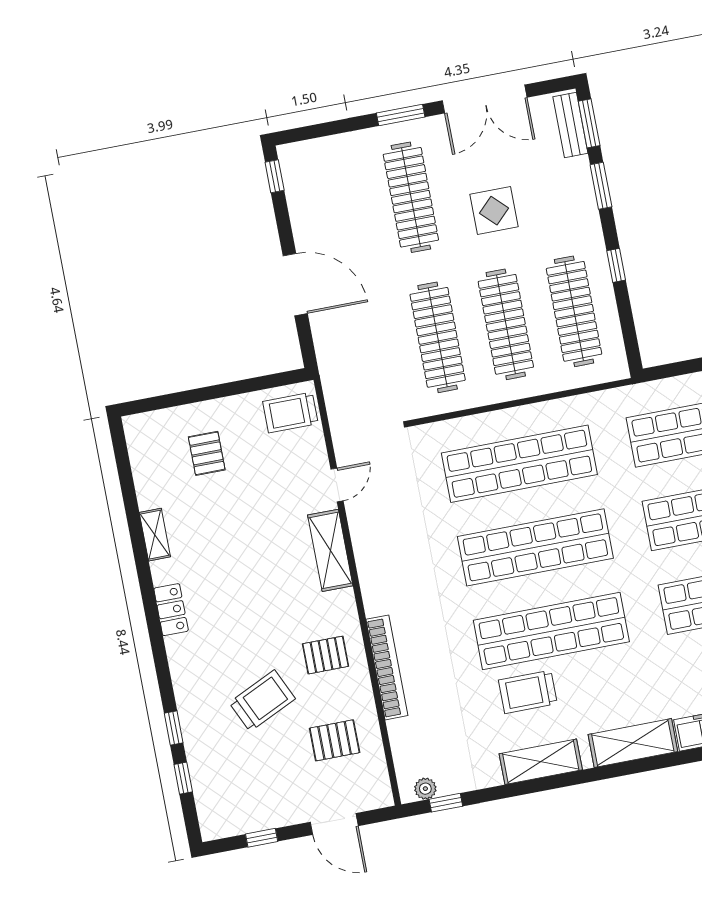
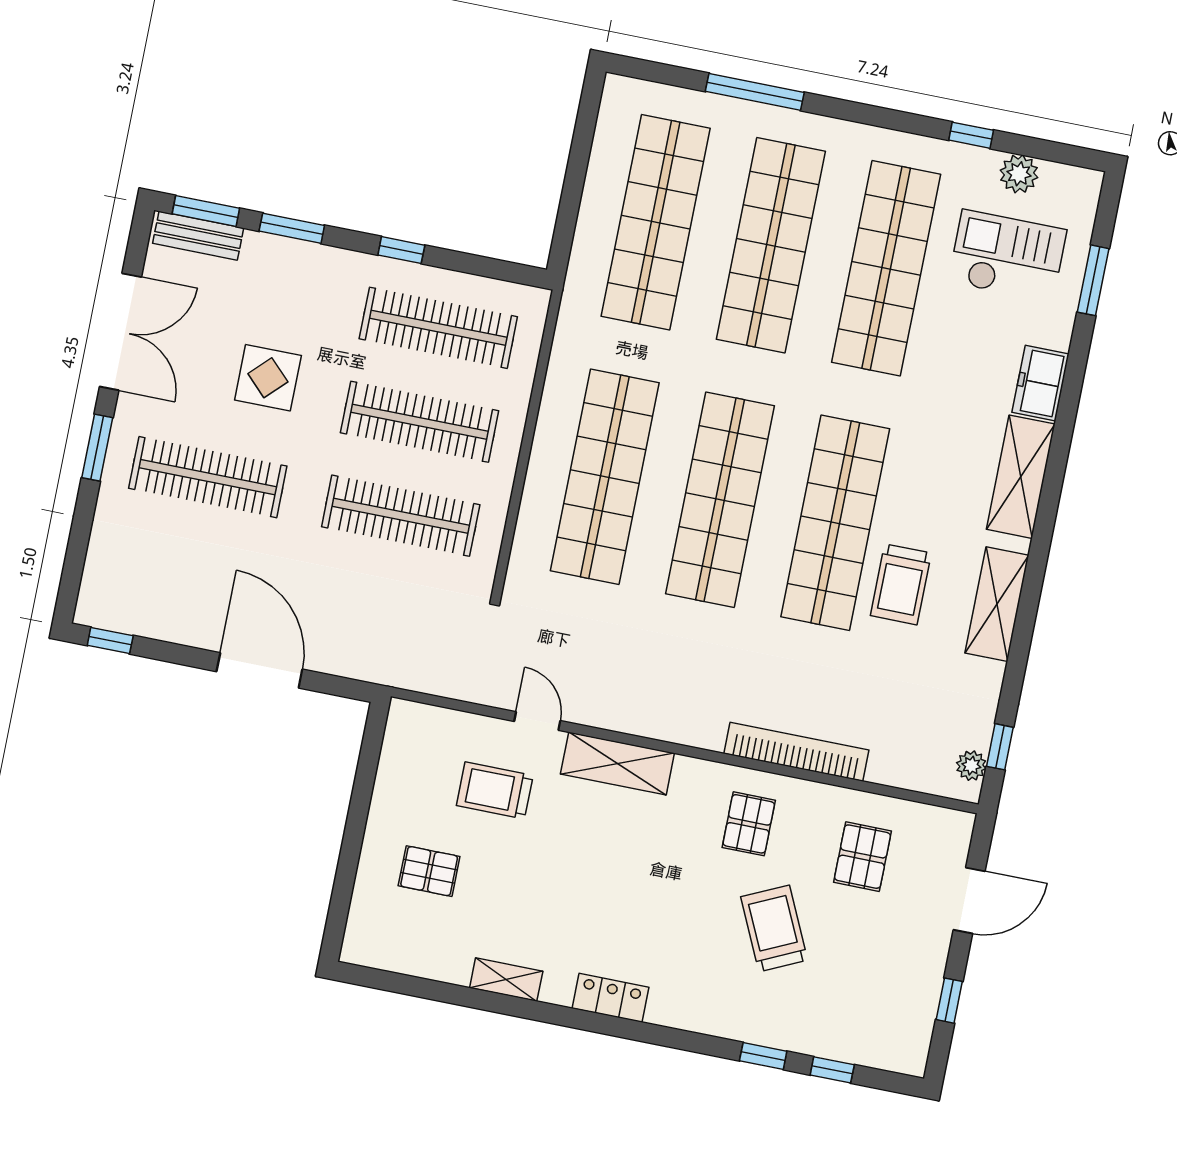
door: (295, 285) -> (259, 670), hinge flipped
trolley: (290, 413) -> (495, 790), moved, turned 90

